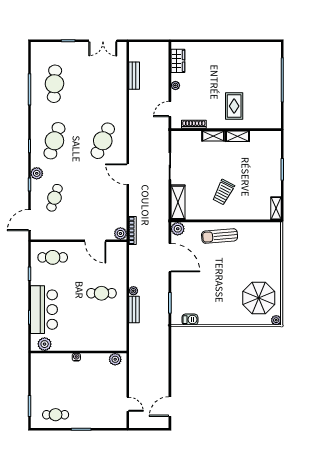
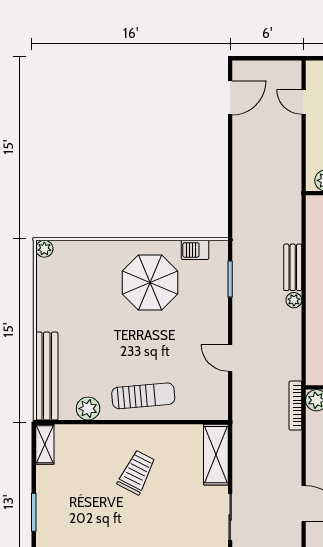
plant: (178, 229) -> (88, 409), moved
bench: (275, 247) -> (47, 376), added
door: (170, 258) -> (230, 358), width x0.53
parasol: (259, 298) -> (150, 282), moved

